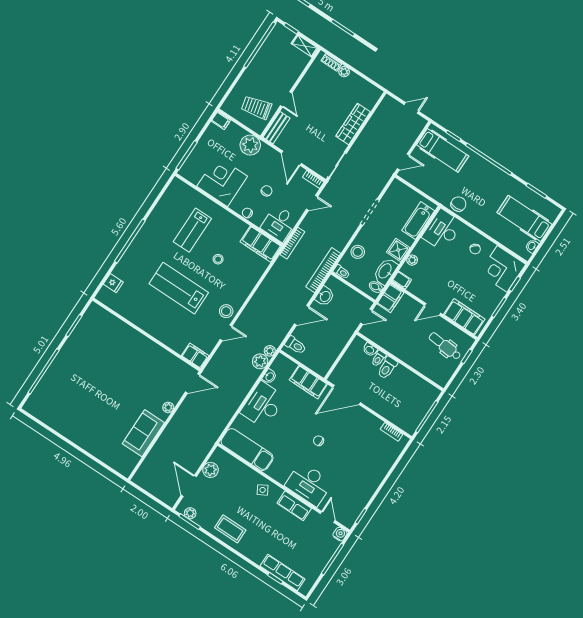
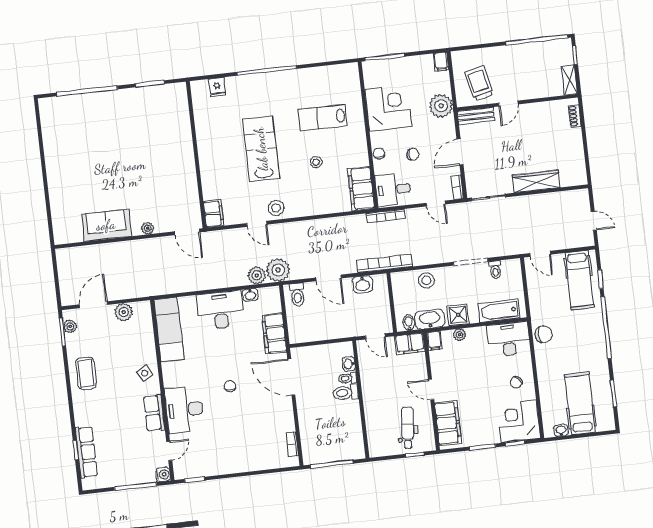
plant: (344, 72) -> (576, 134), removed
toilet: (342, 272) -> (495, 270), moved
plant: (270, 351) -> (278, 270), width x1.88, depth x1.88

